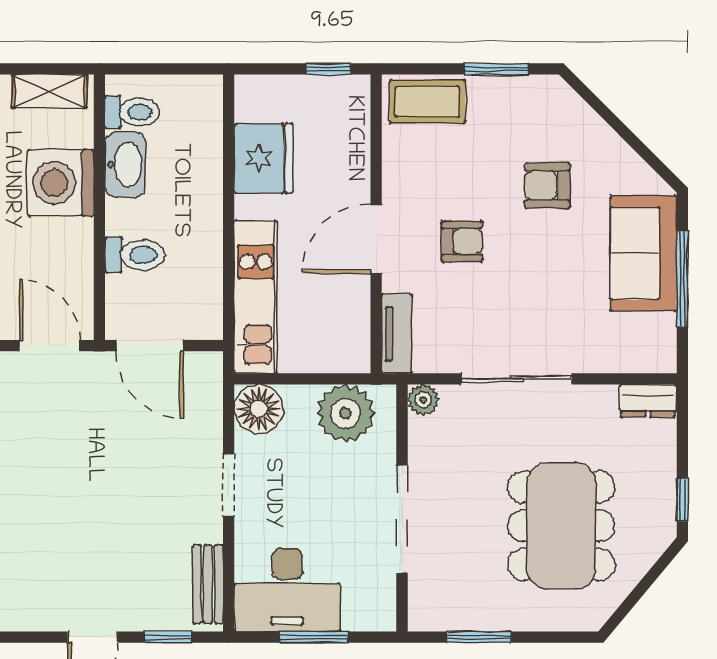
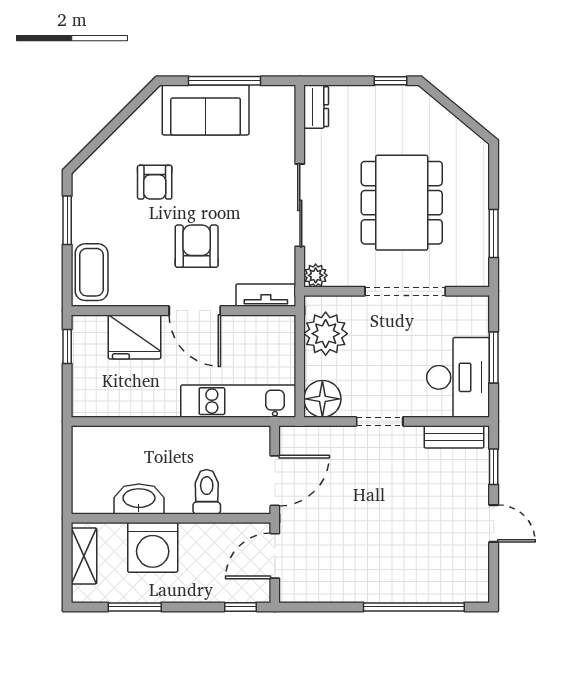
toilet: (132, 112) -> (99, 494), removed
fridge: (264, 158) -> (134, 337), moved, turned 180
armchair: (462, 241) -> (197, 246), width x1.38, depth x1.38
dining table: (561, 526) -> (402, 203), moved, turned 90

